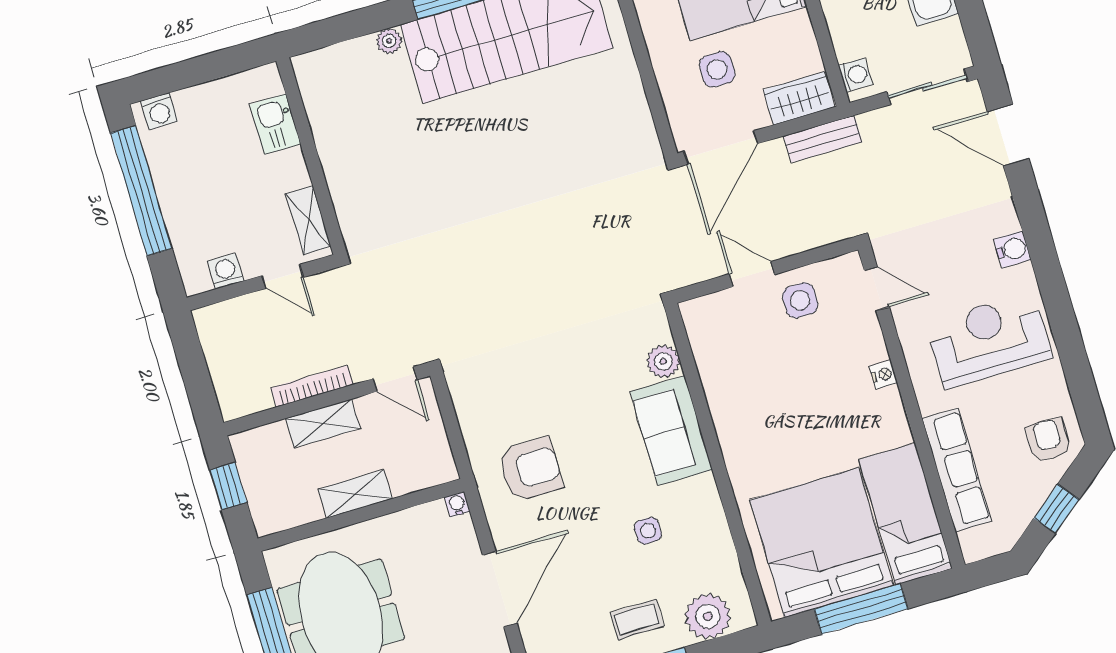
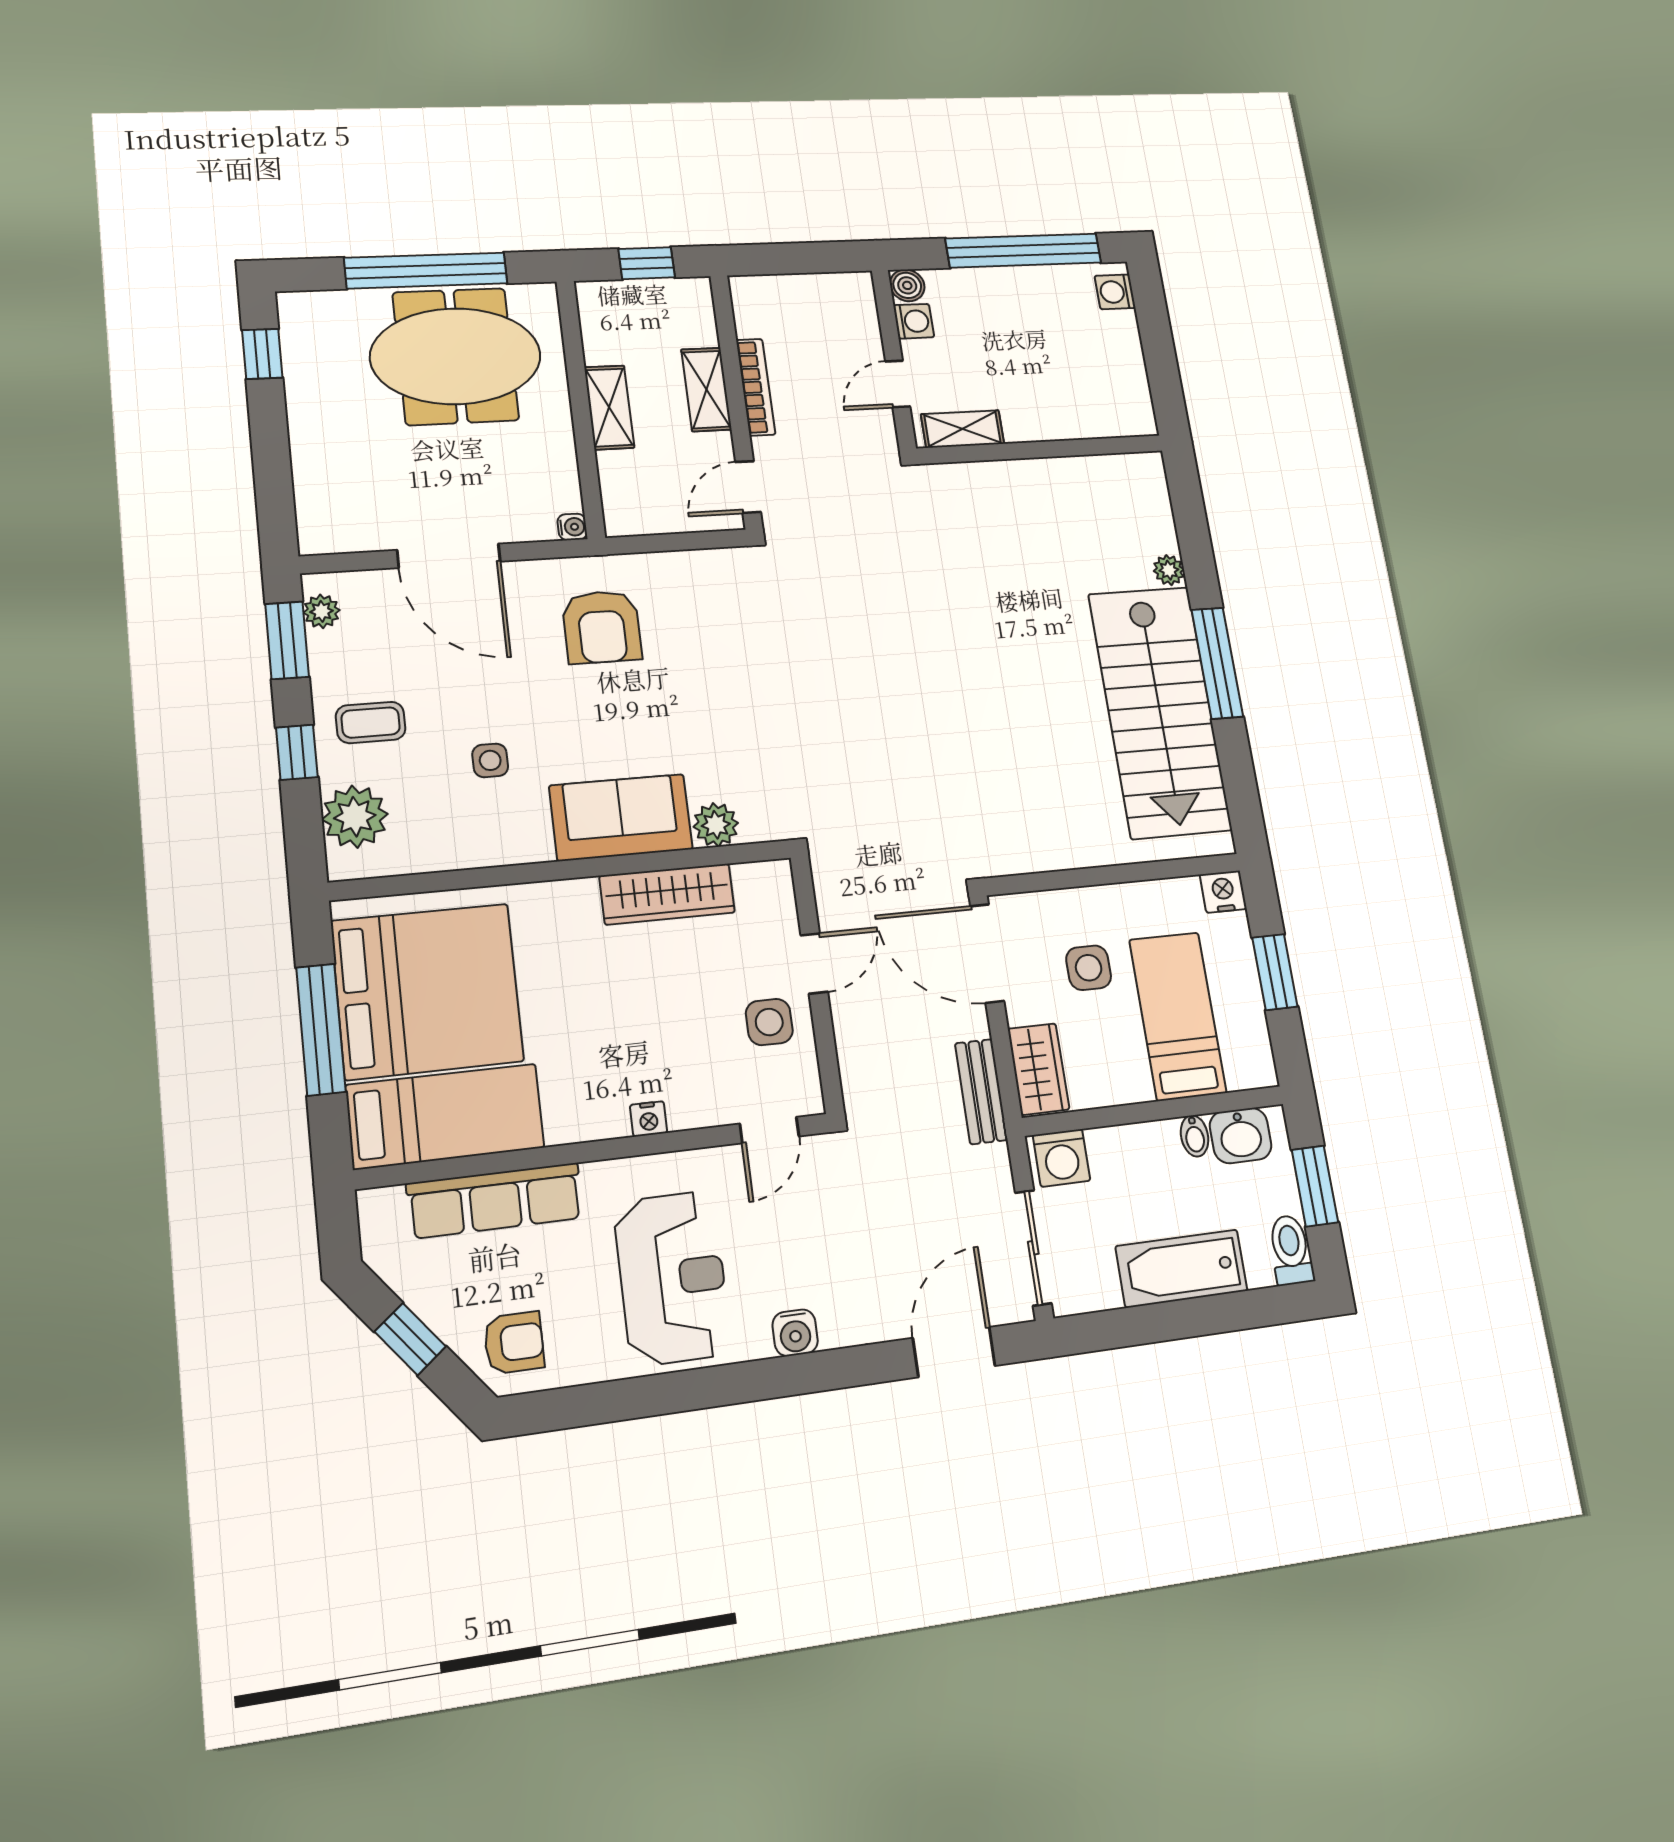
washing machine: (855, 75) -> (1062, 1158), width x1.38, depth x1.38
kitchen sink: (275, 124) -> (1084, 417), removed
boiler: (196, 281) -> (907, 285), added
wardrobe: (721, 388) -> (667, 894), added
coffee table: (637, 619) -> (371, 723), turned 90

